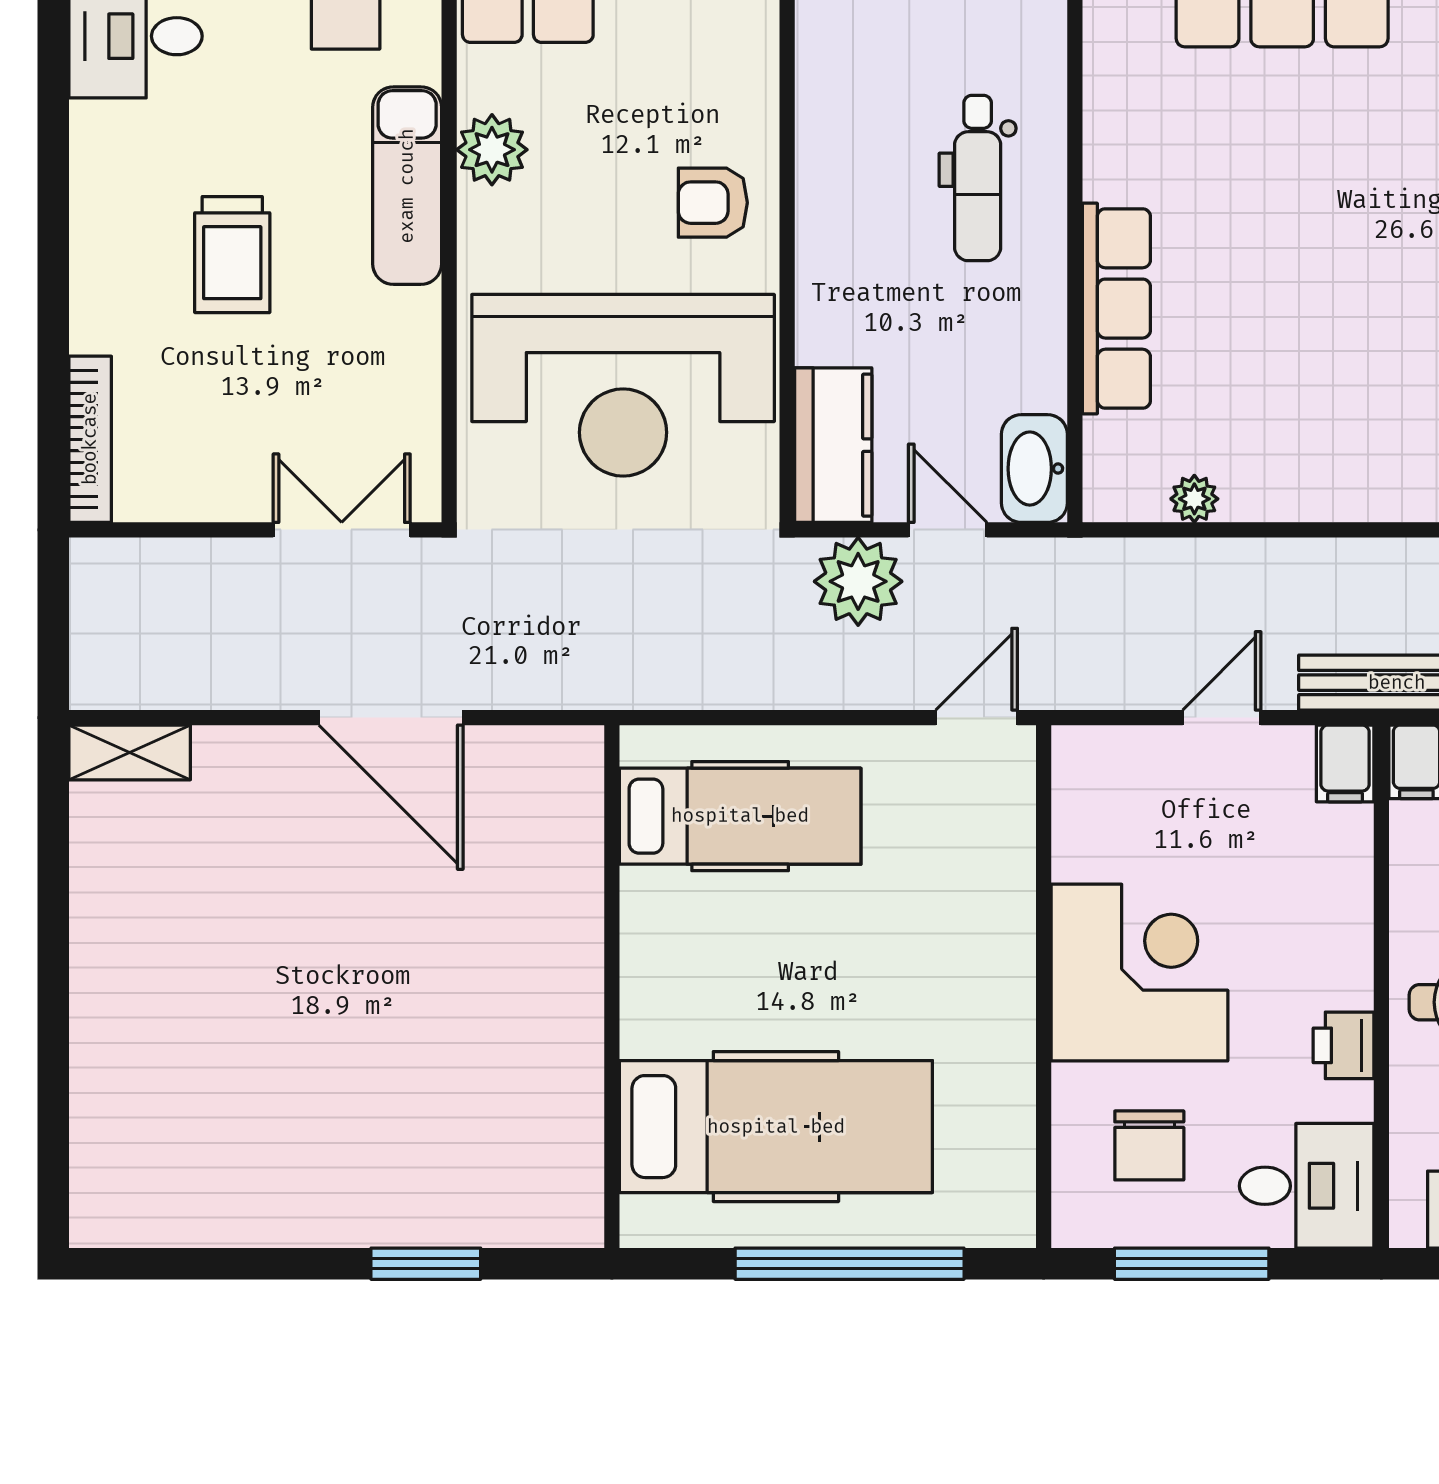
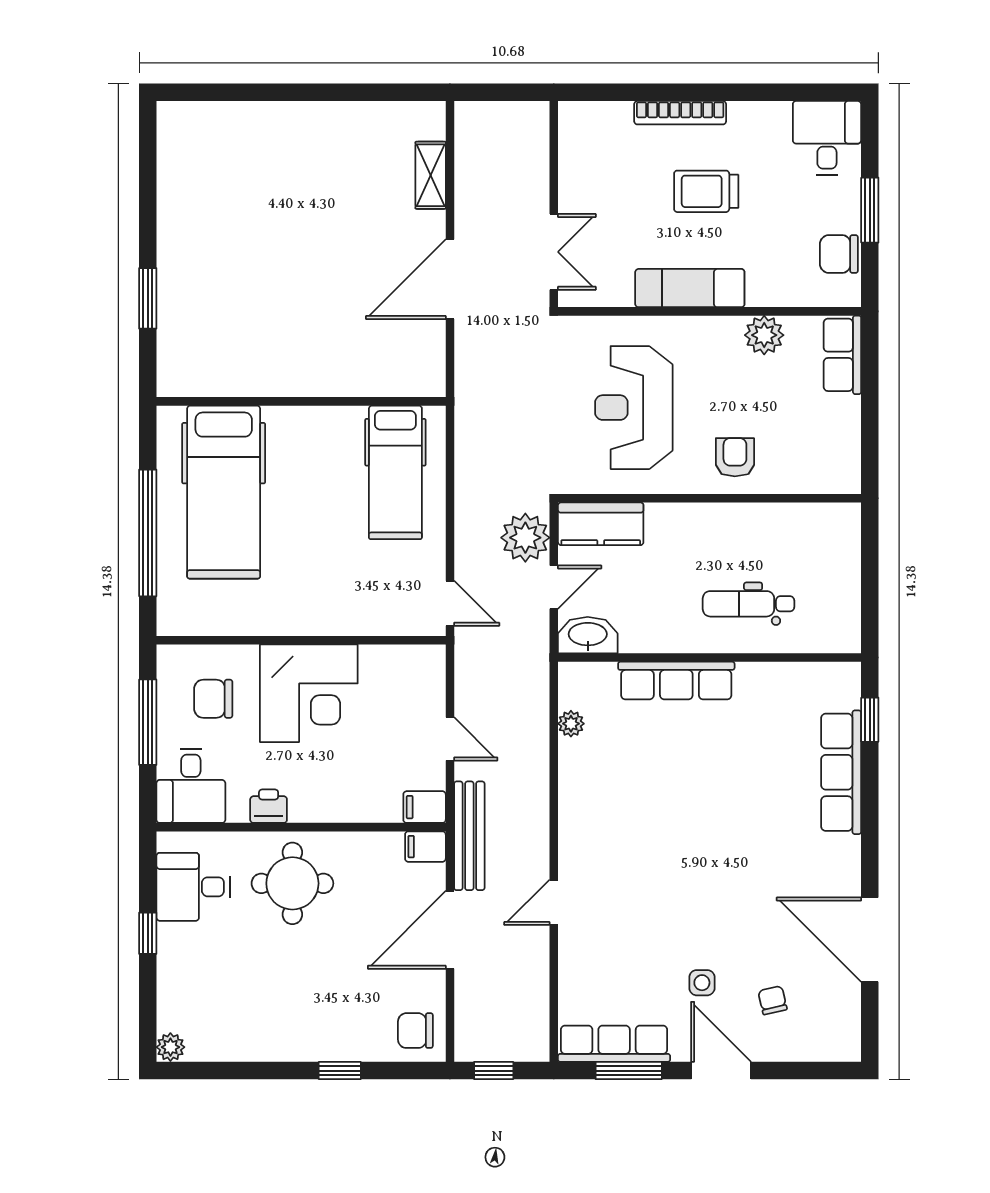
exam couch: (407, 186) -> (690, 288), moved
reception desk: (623, 385) -> (634, 408), width x0.74, depth x0.77
bookcase: (90, 439) -> (680, 113), moved
shelving: (130, 752) -> (431, 175), moved

